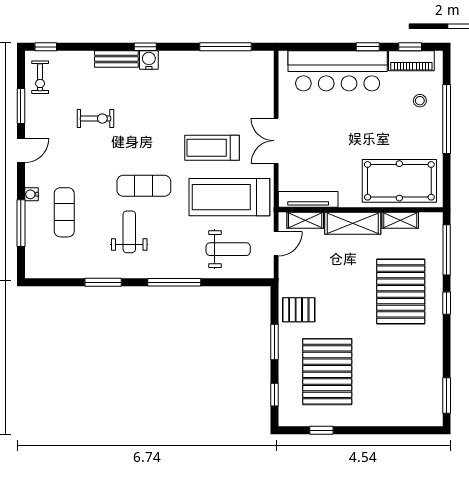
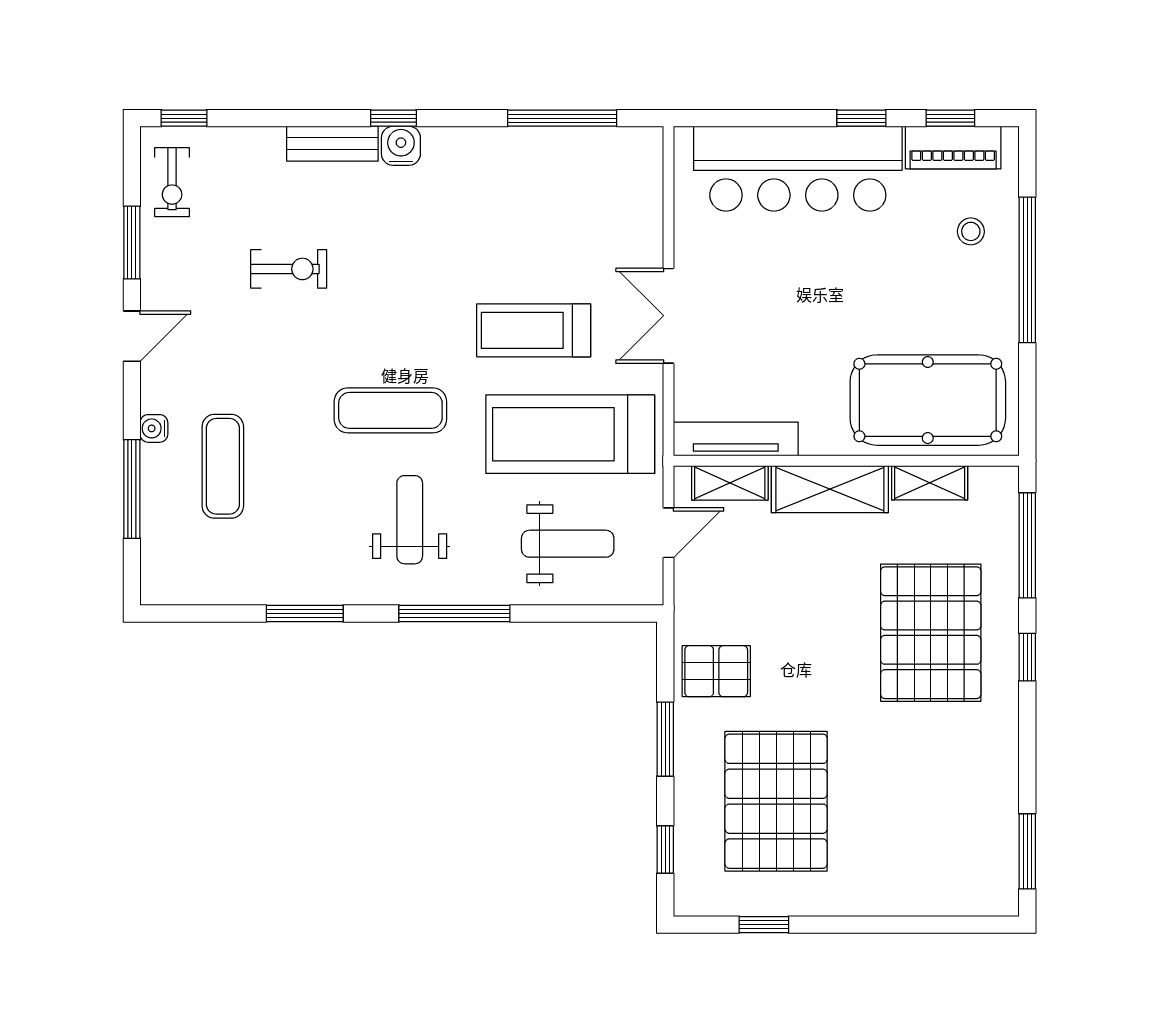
weight bench: (129, 232) -> (410, 520), moved

